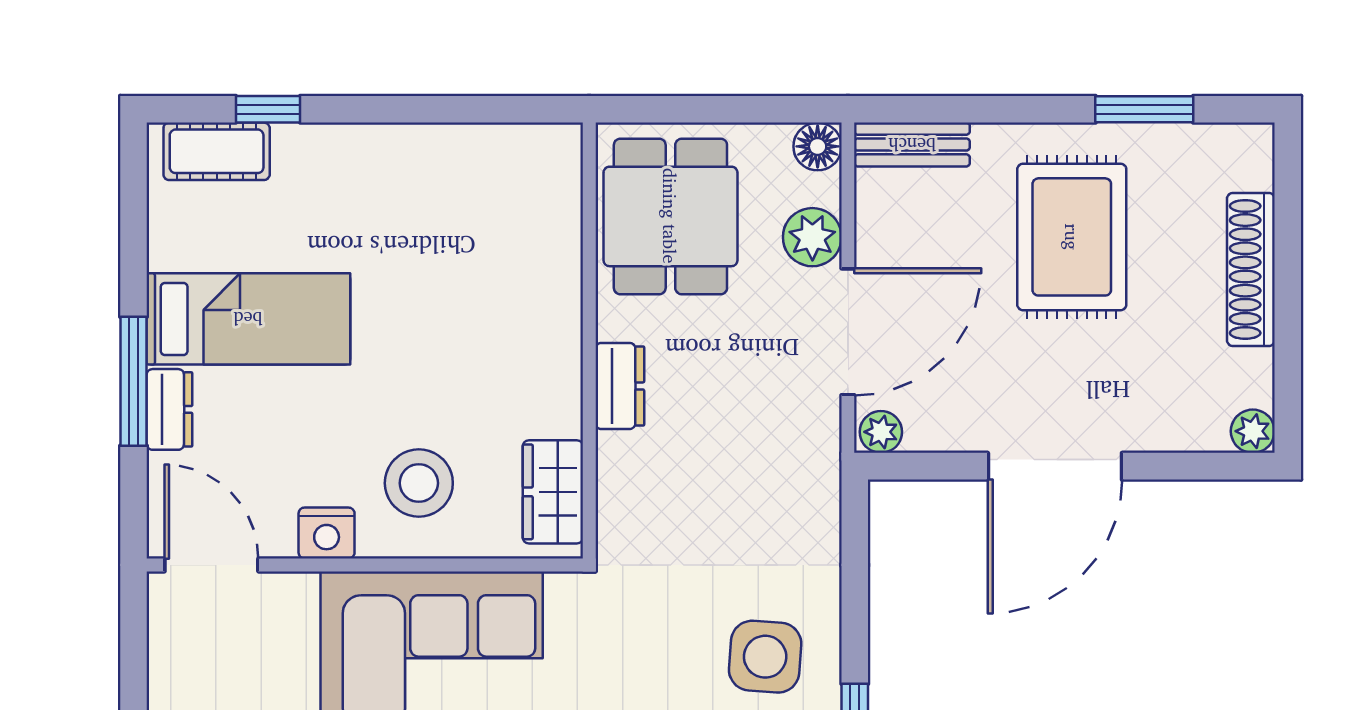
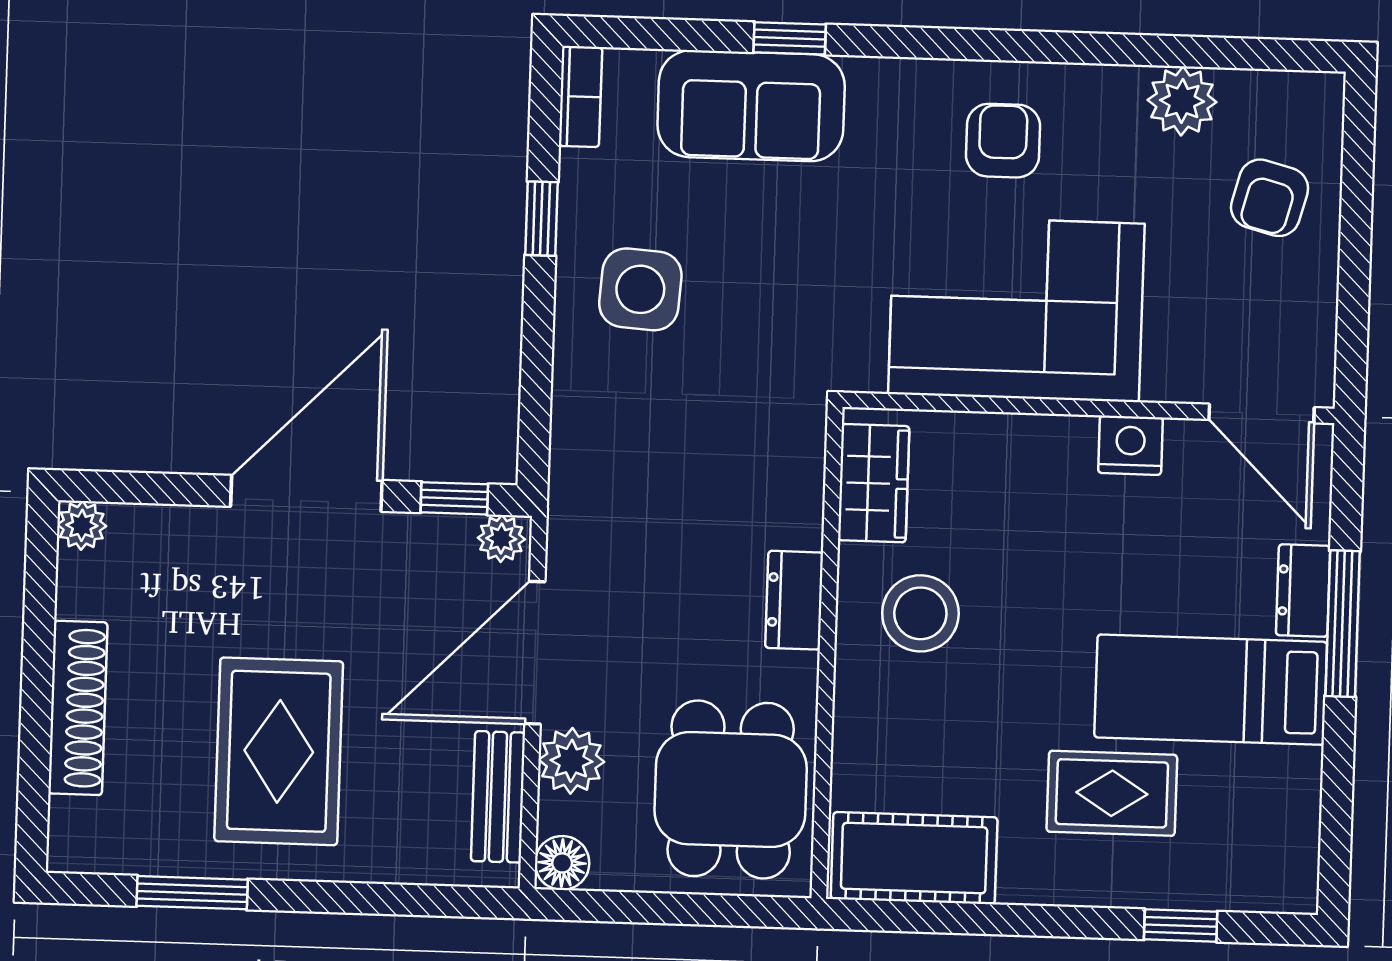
bench: (912, 145) -> (498, 797), moved, turned 90
cot: (217, 151) -> (914, 858), moved, width x1.37, depth x1.34
rug: (333, 224) -> (1112, 793), added
window: (924, 466) -> (454, 498), added
stool: (419, 483) -> (920, 613), moved

